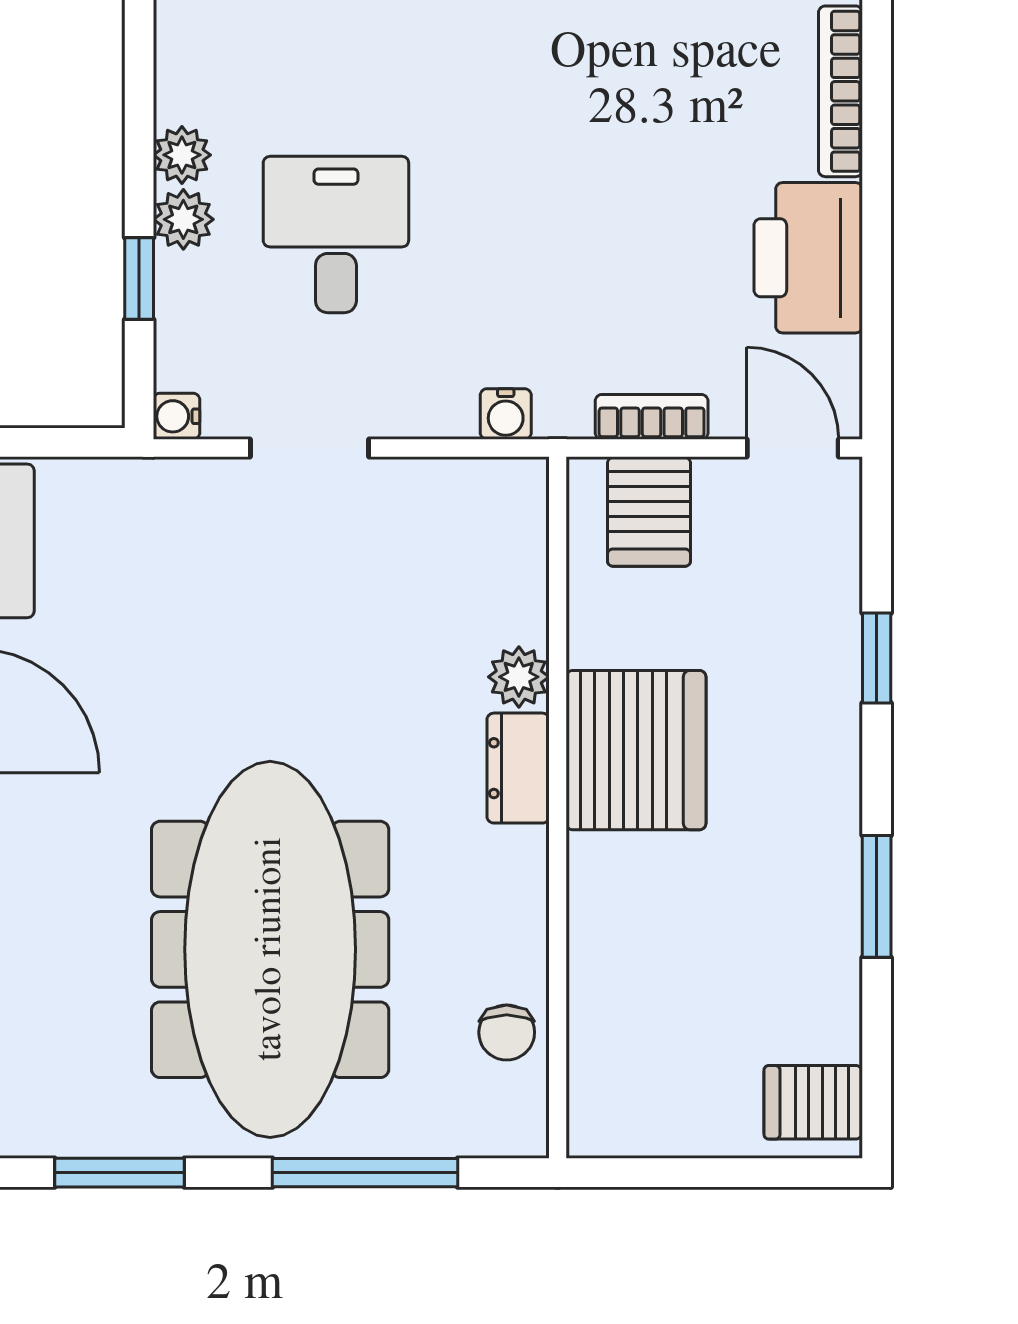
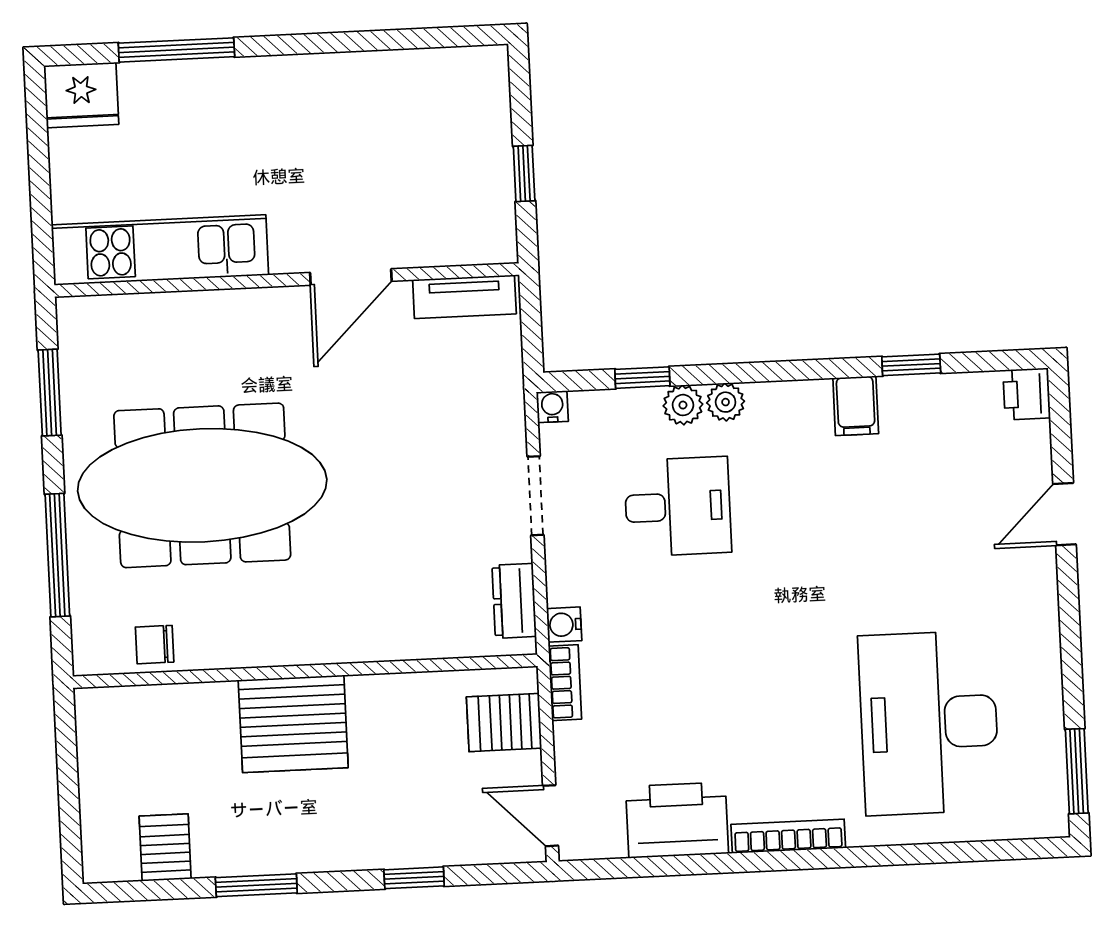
bookcase: (652, 417) -> (565, 683), moved
door: (793, 448) -> (551, 816), swing flipped
plant: (519, 677) -> (390, 641), removed
server rack: (636, 750) -> (293, 724), moved
dresser: (518, 768) -> (514, 601), moved, turned -90
server rack: (813, 1102) -> (165, 848), moved

